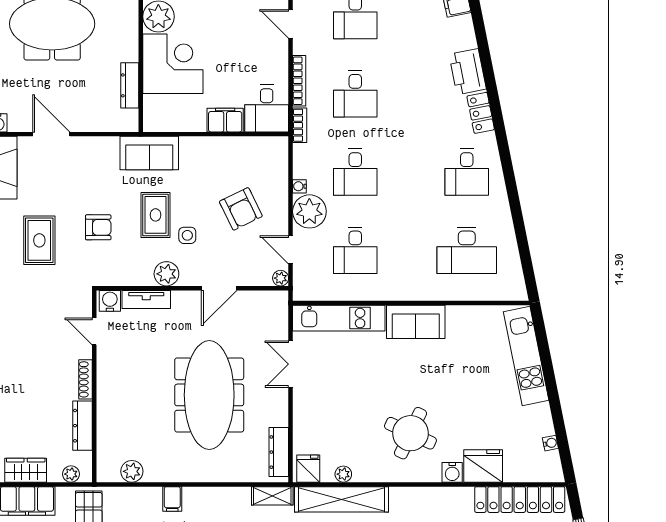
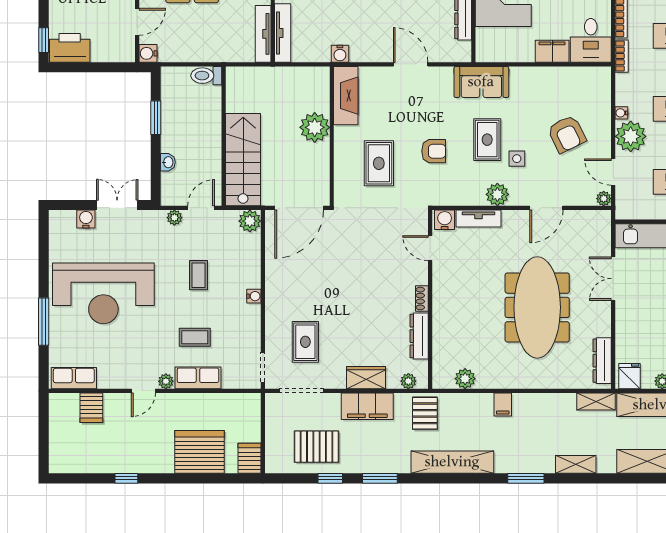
door: (51, 134) -> (411, 64), moved
shoe rack: (86, 379) -> (422, 298), width x0.70

